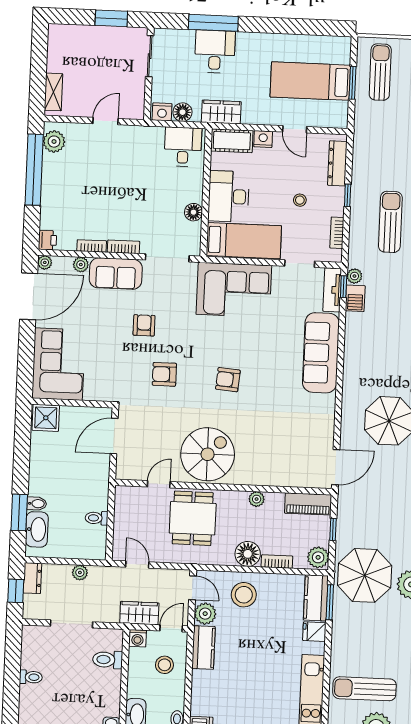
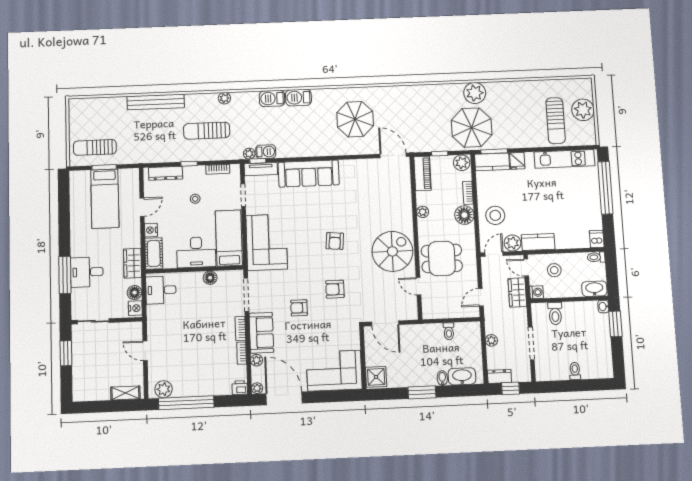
armchair: (164, 374) -> (335, 289), turned 90
spiral stairs: (208, 454) -> (392, 251), turned 90
window: (19, 512) -> (422, 392), moved

